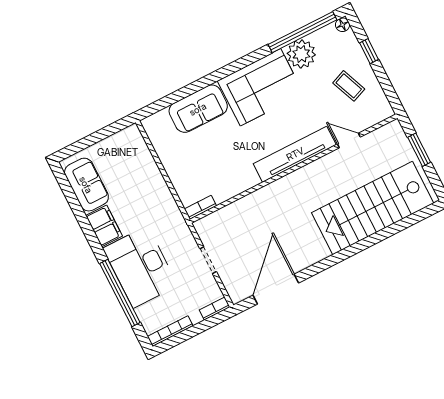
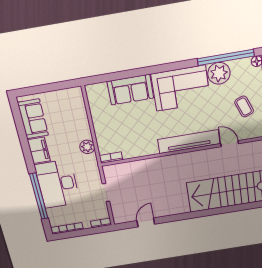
plant: (165, 202) -> (87, 147), added
door: (276, 289) -> (146, 222), width x0.53

